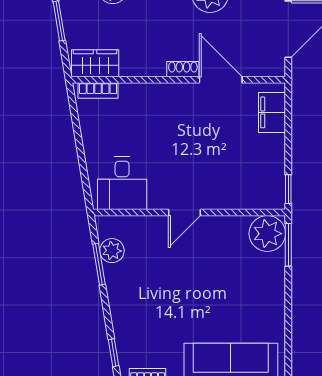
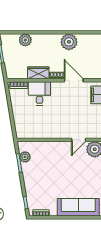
wardrobe: (95, 63) -> (38, 73), moved
desk: (122, 183) -> (39, 93), moved, turned 180
door: (184, 213) -> (79, 140), moved

